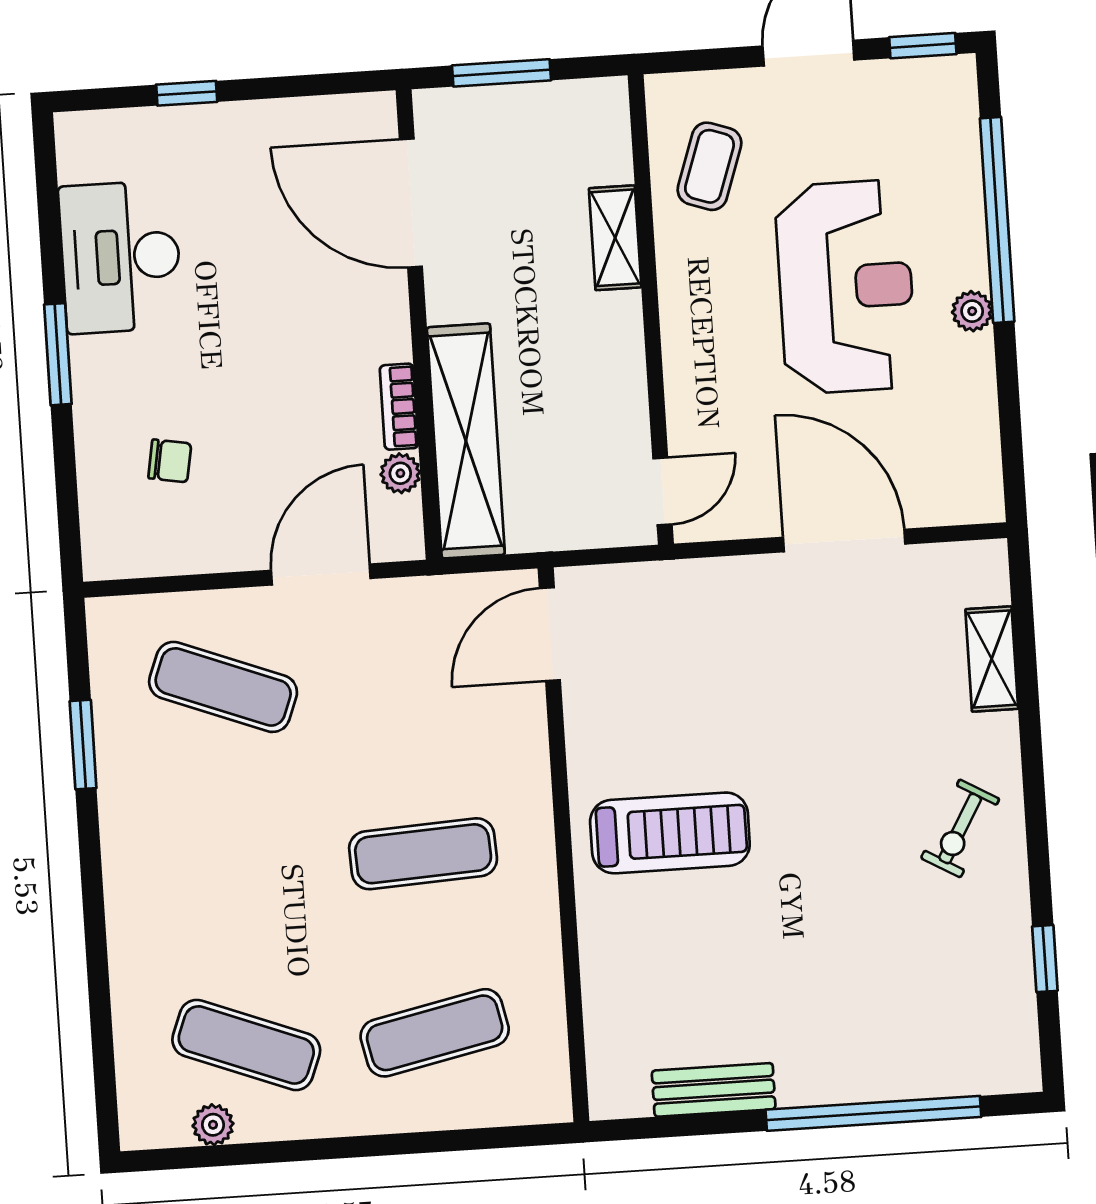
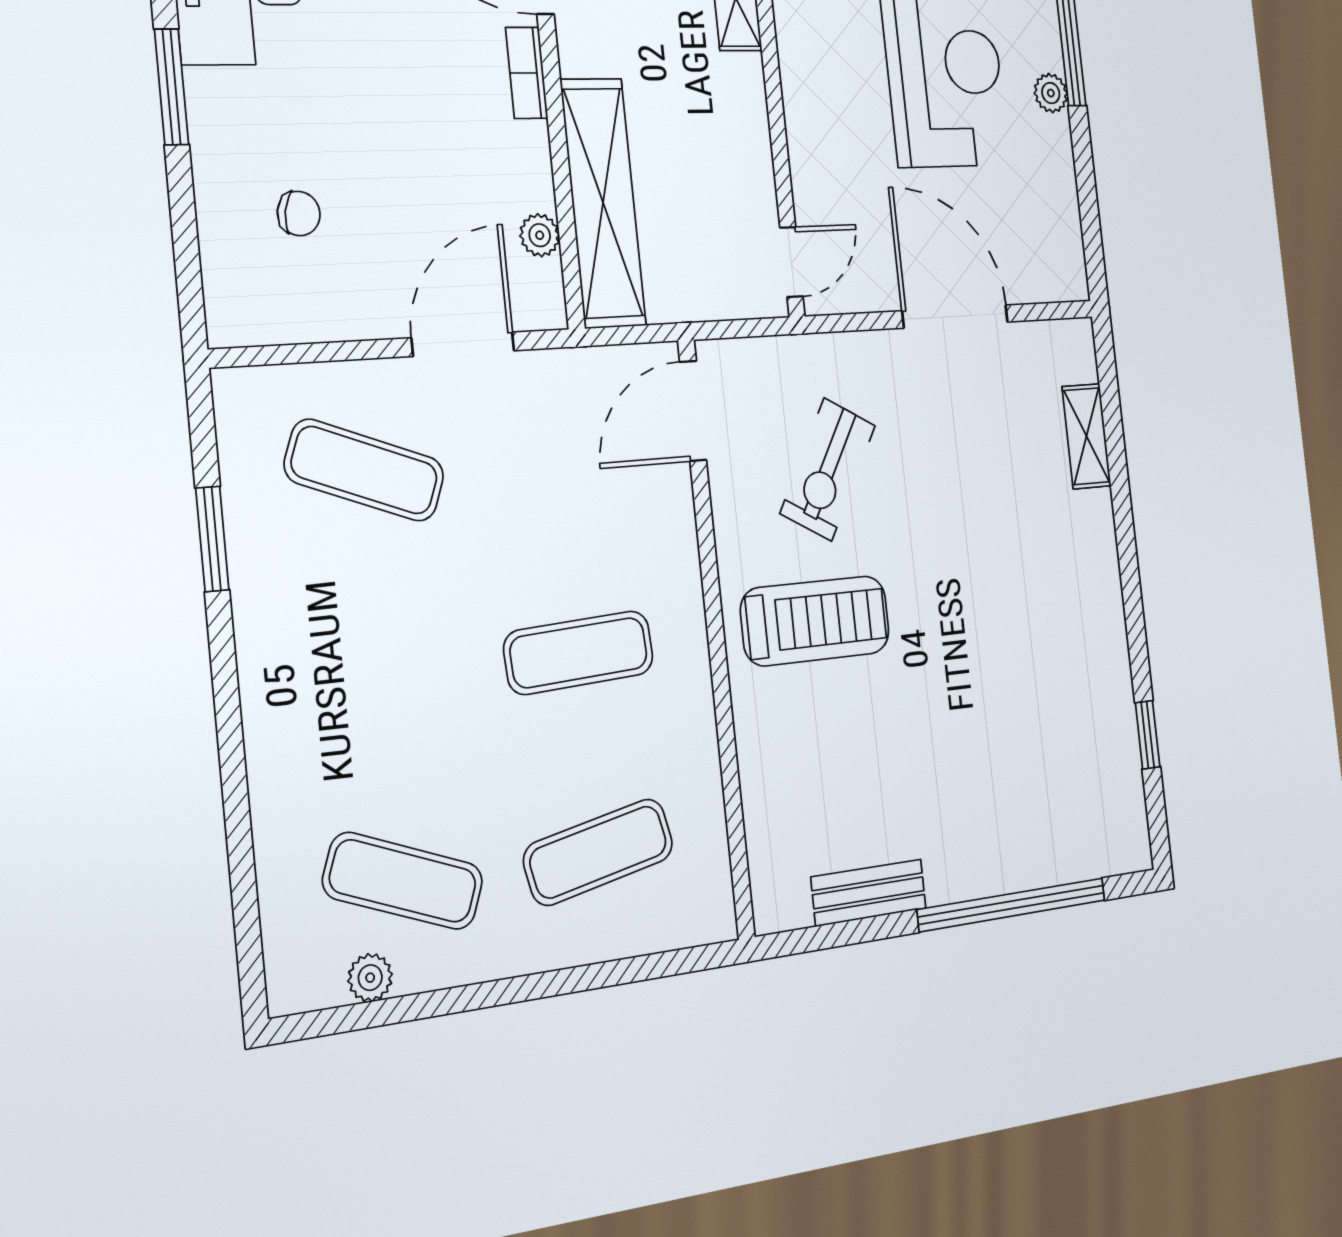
bookcase: (399, 407) -> (527, 73), moved
exercise bike: (960, 828) -> (828, 469), moved, width x1.38, depth x1.39

